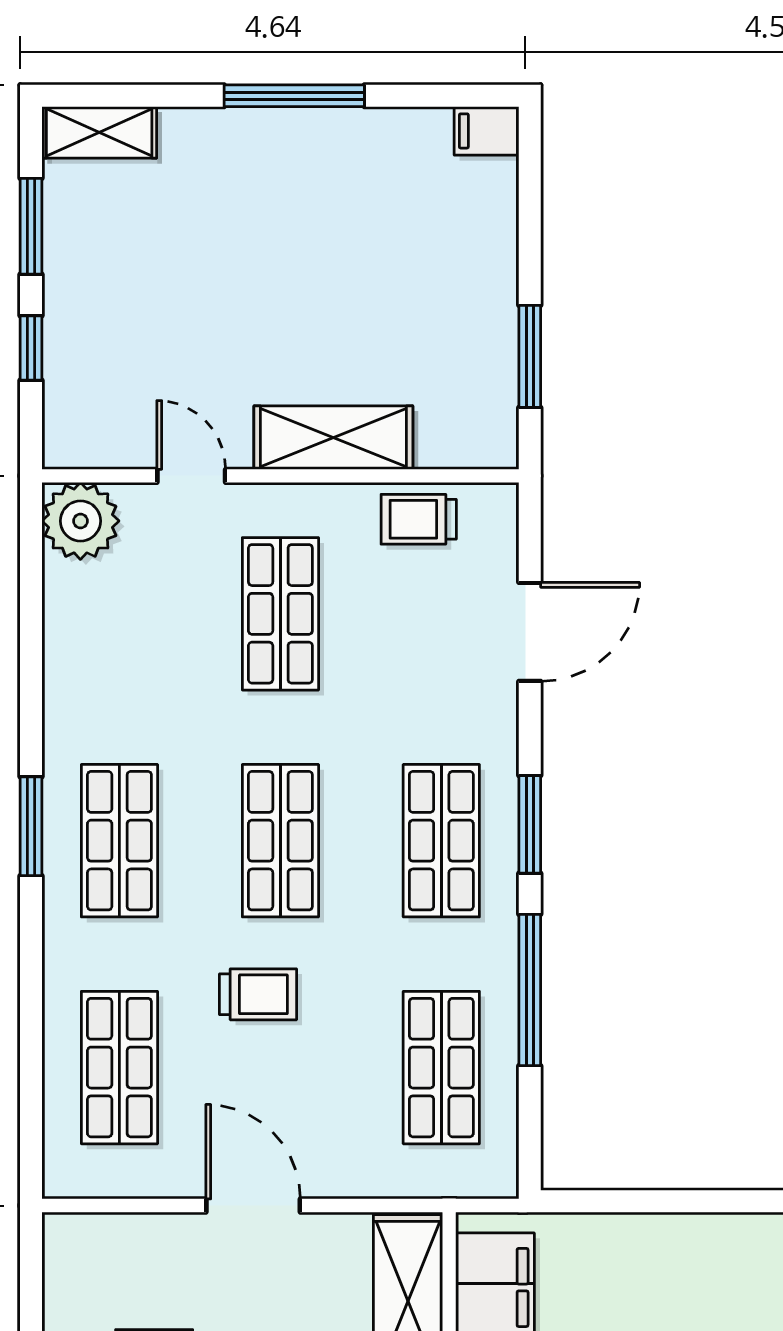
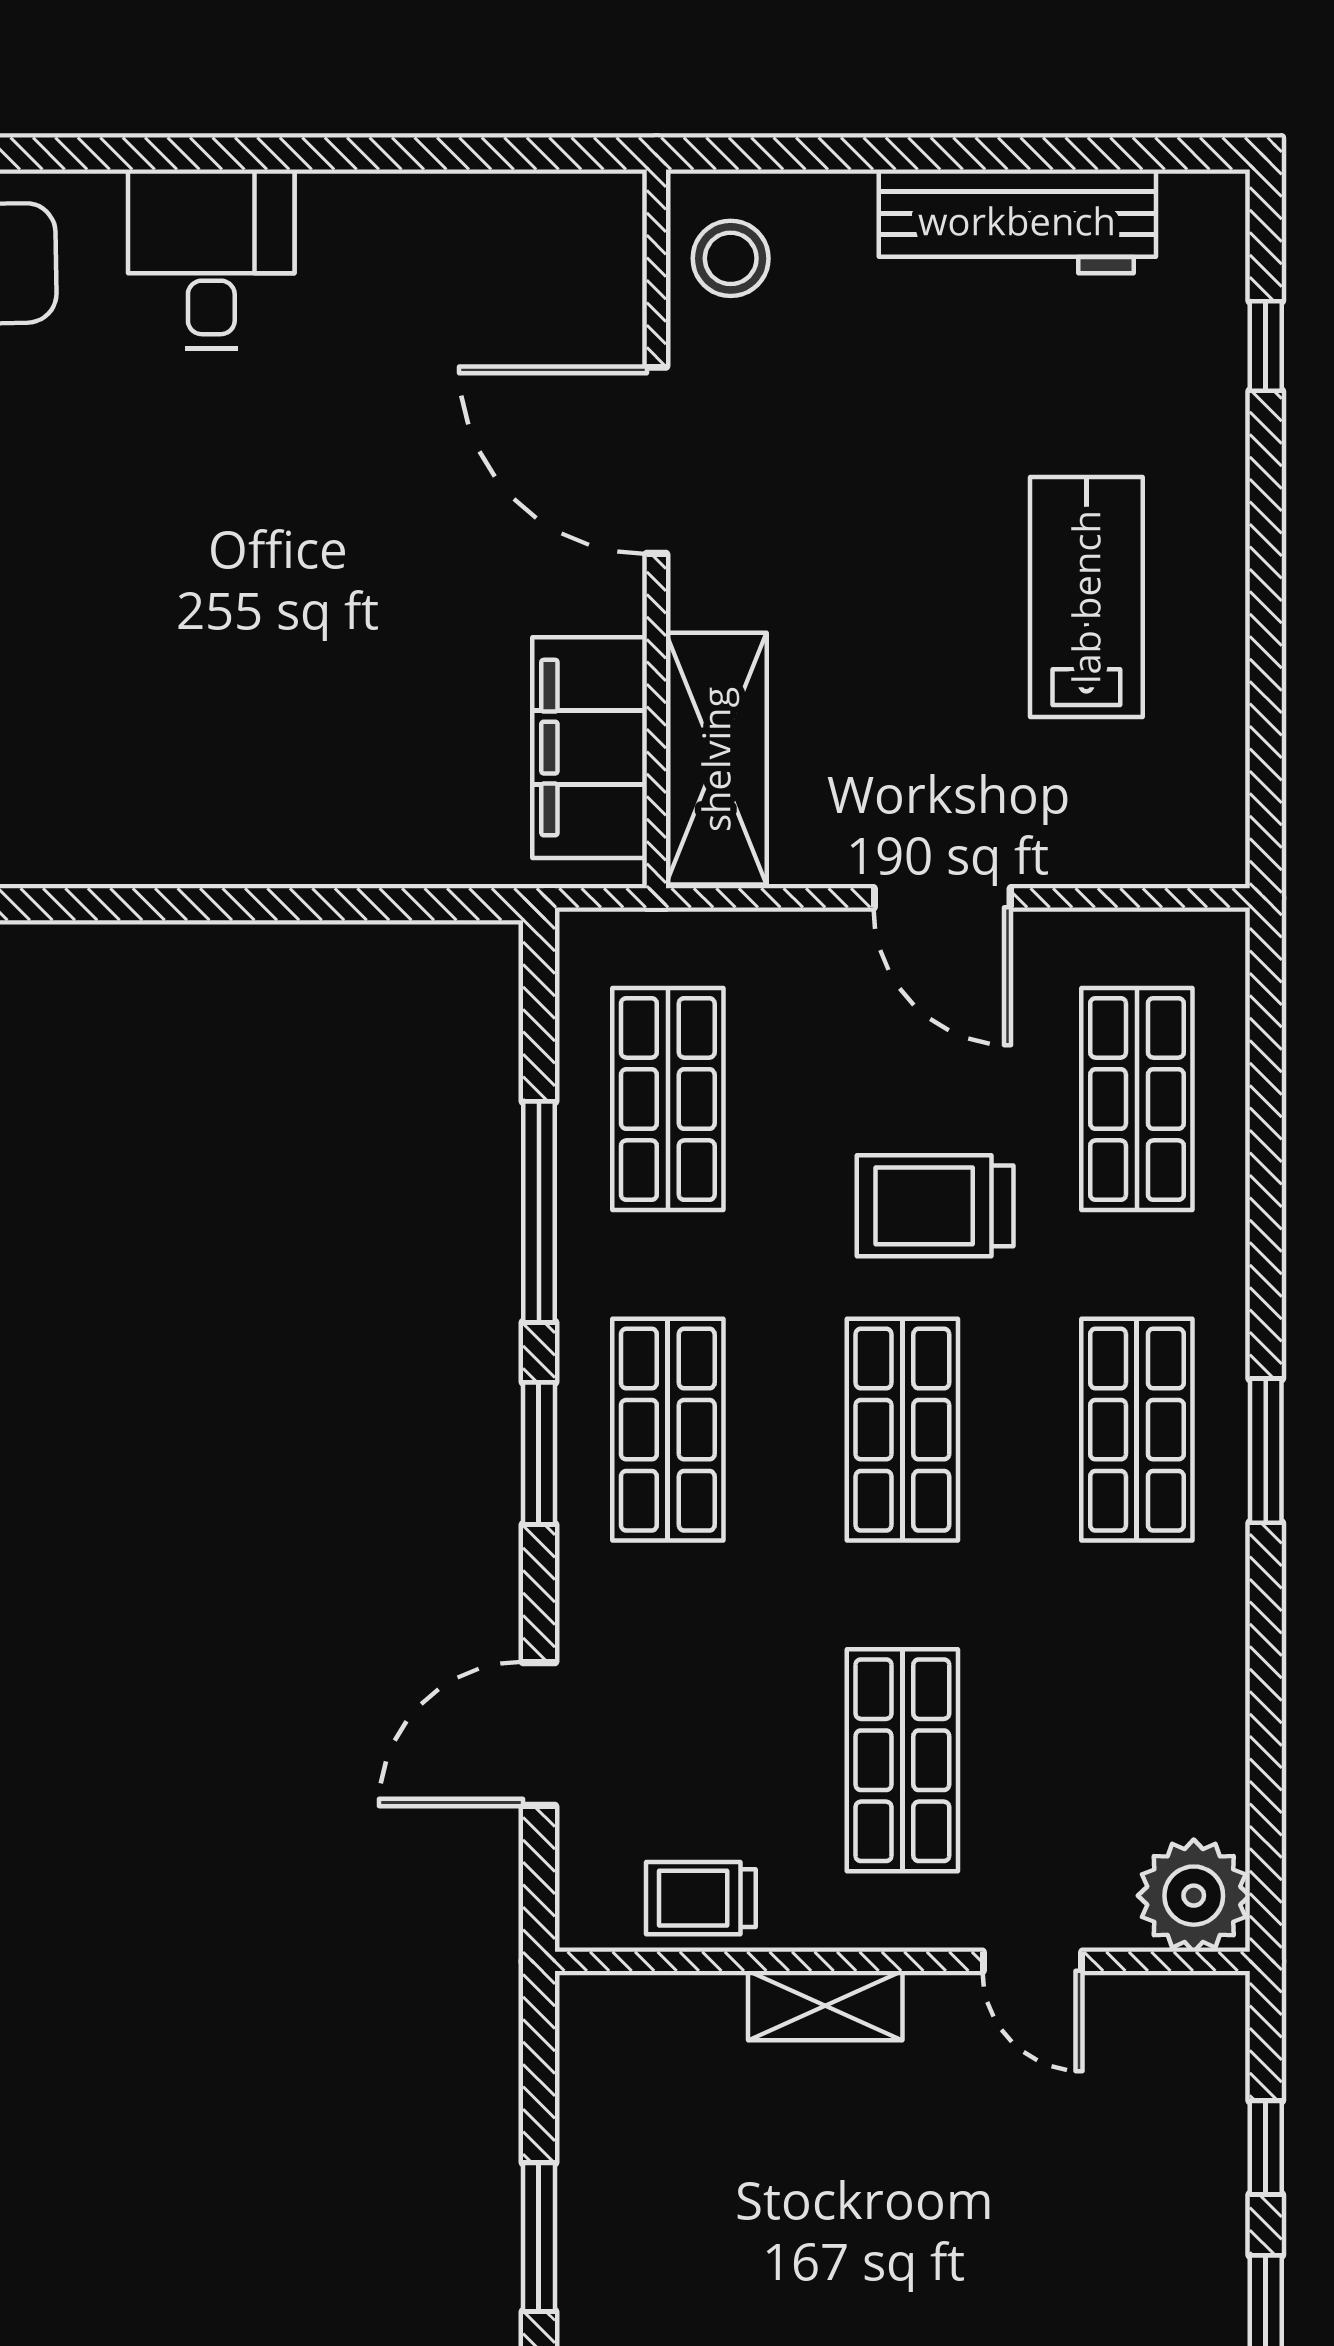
window: (530, 356) -> (539, 2237), moved
shelving: (333, 438) -> (825, 2006), width x0.67, depth x0.75
trolley: (419, 519) -> (701, 1898), turned 180
trolley: (258, 994) -> (935, 1206), width x1.36, depth x1.39

